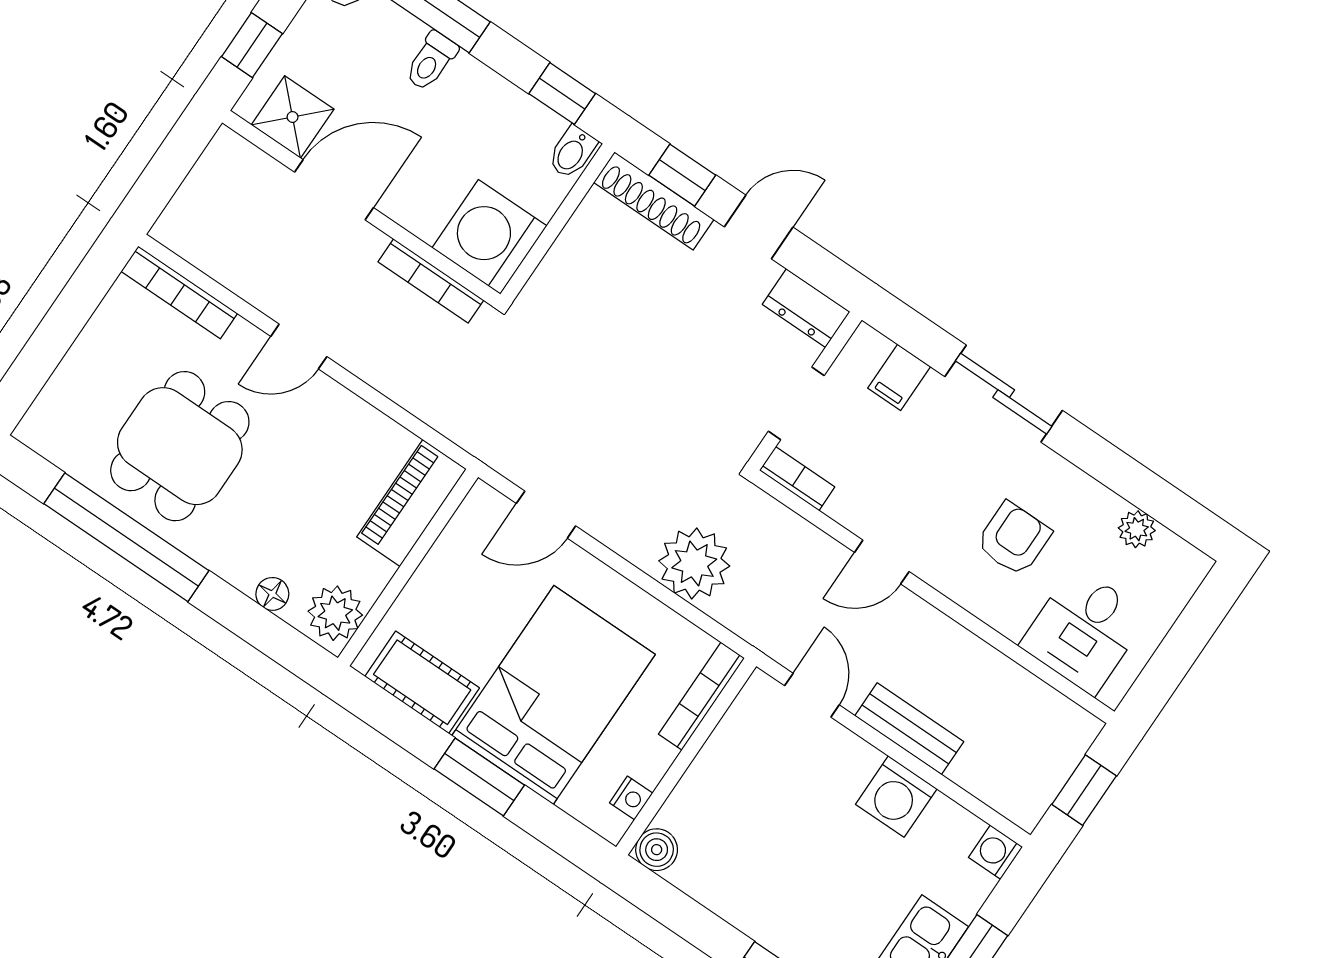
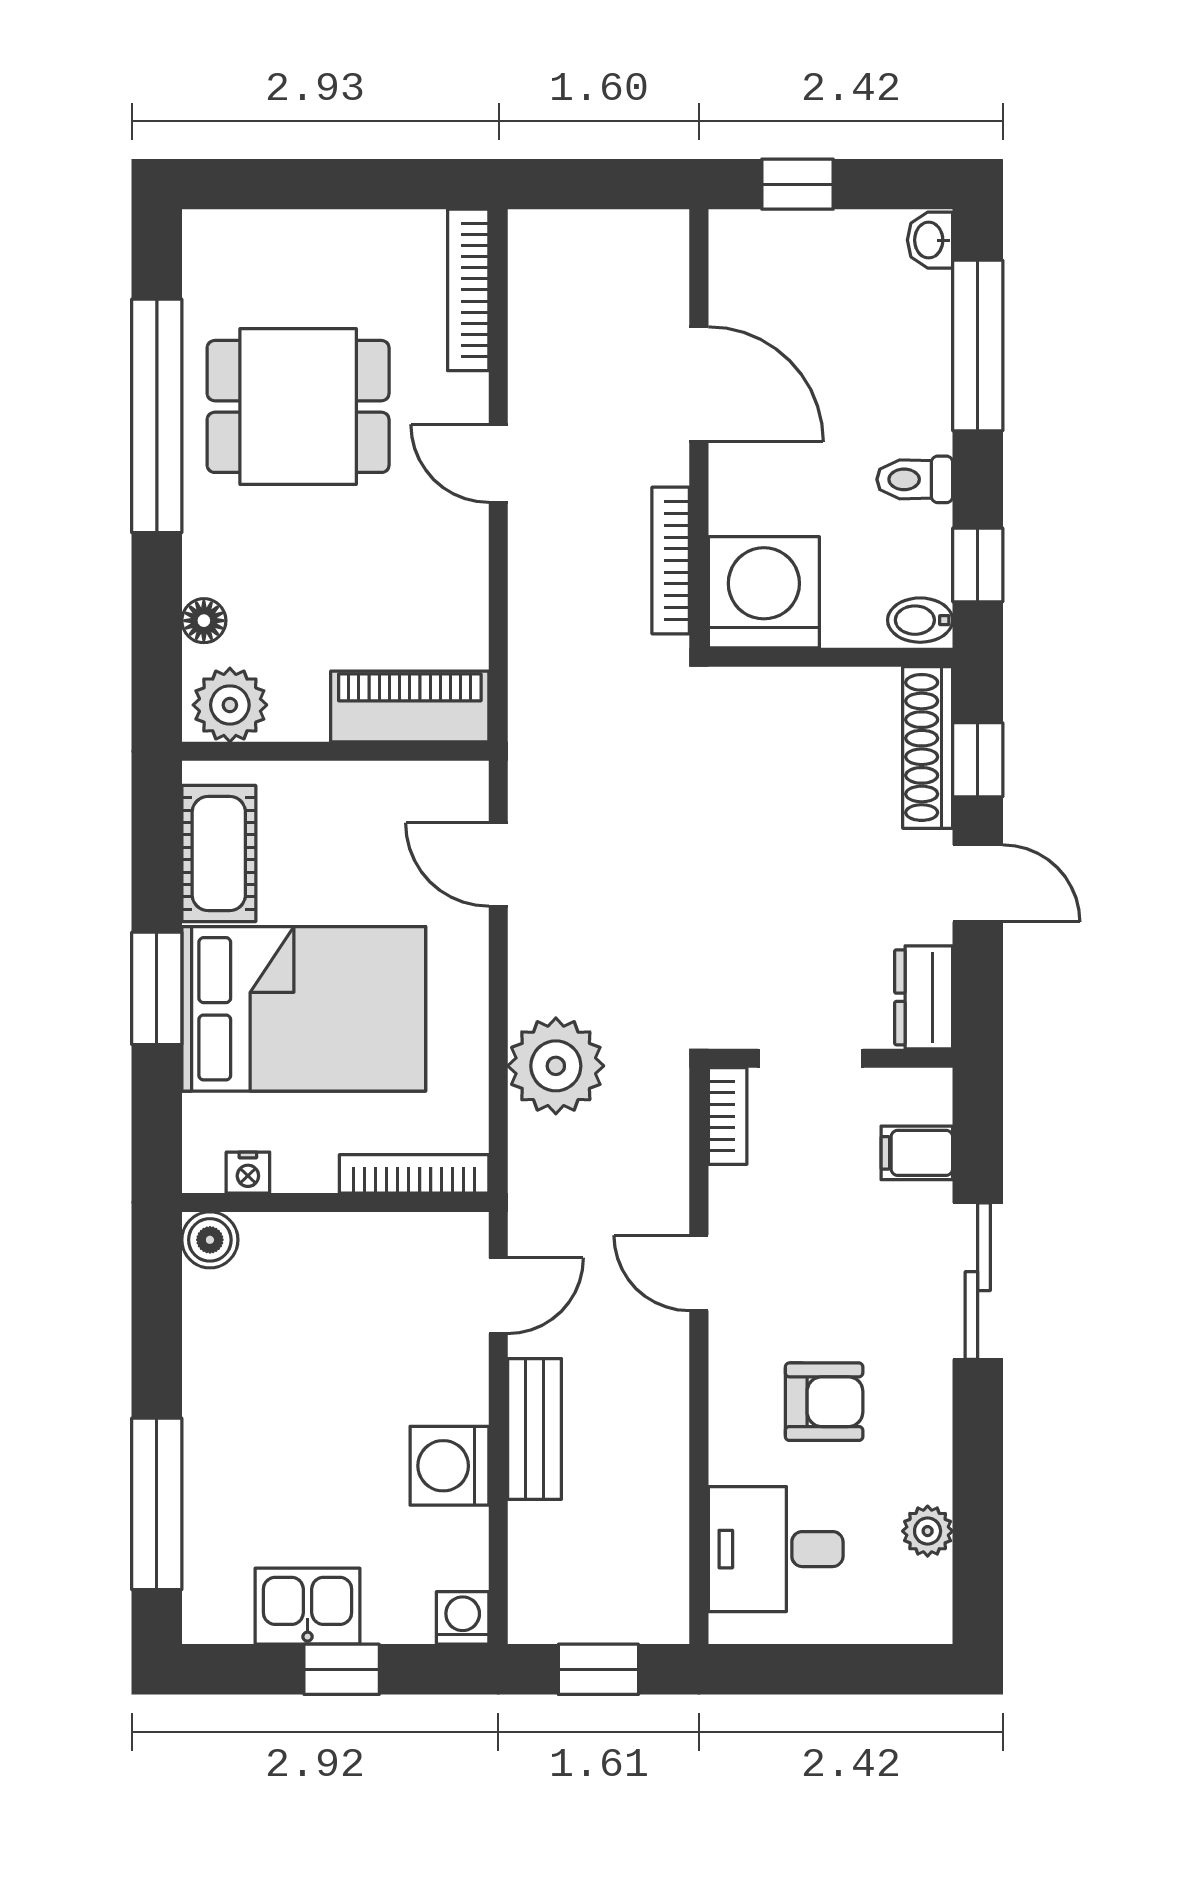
toilet: (431, 61) -> (915, 479), moved
shower: (293, 117) -> (748, 283), removed

